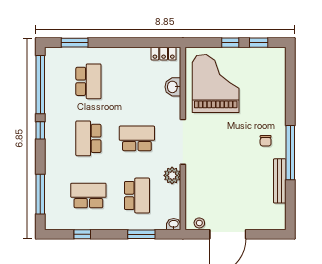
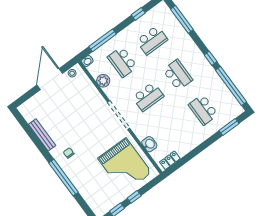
window: (290, 153) -> (63, 178), moved
plant: (172, 175) -> (103, 81), moved
window: (141, 234) -> (102, 40), width x1.44

